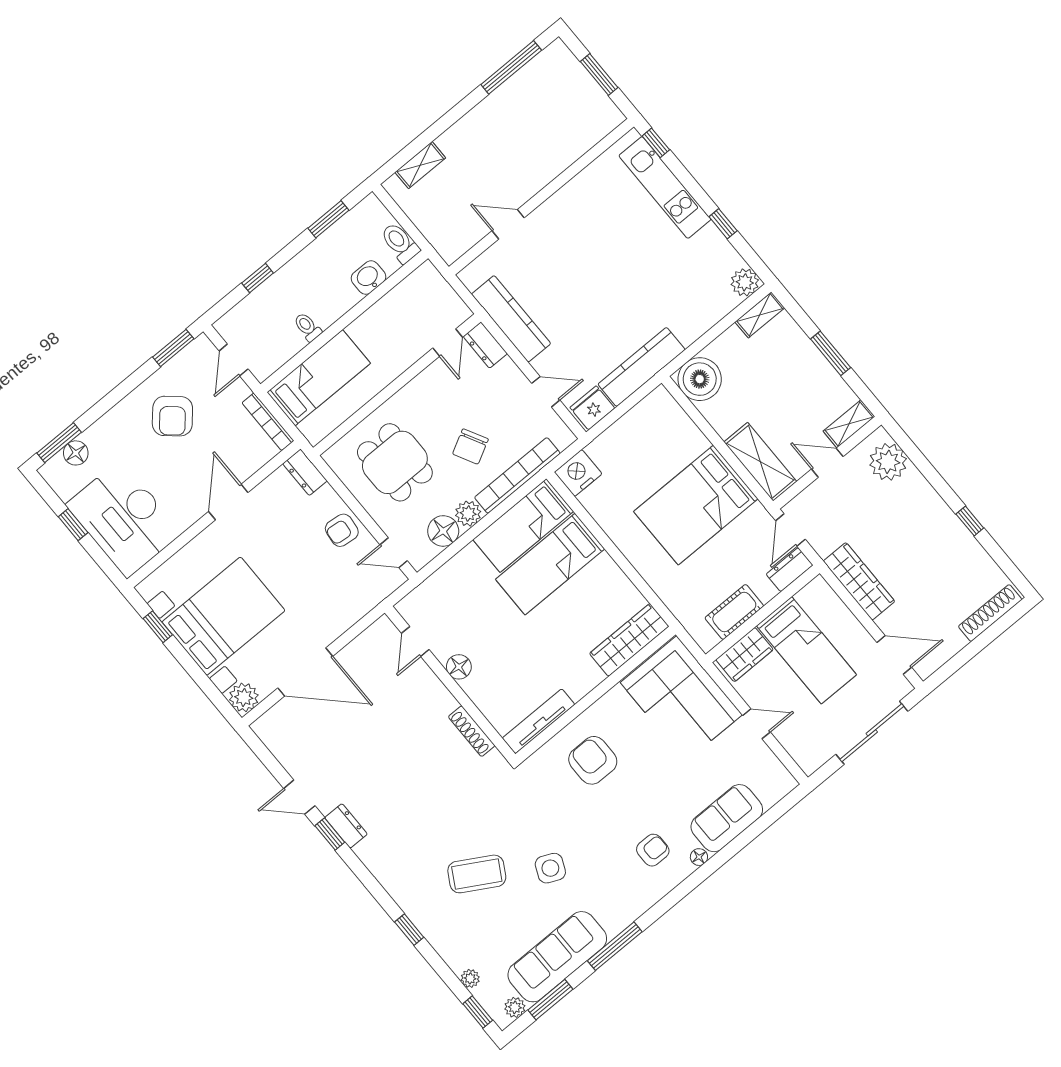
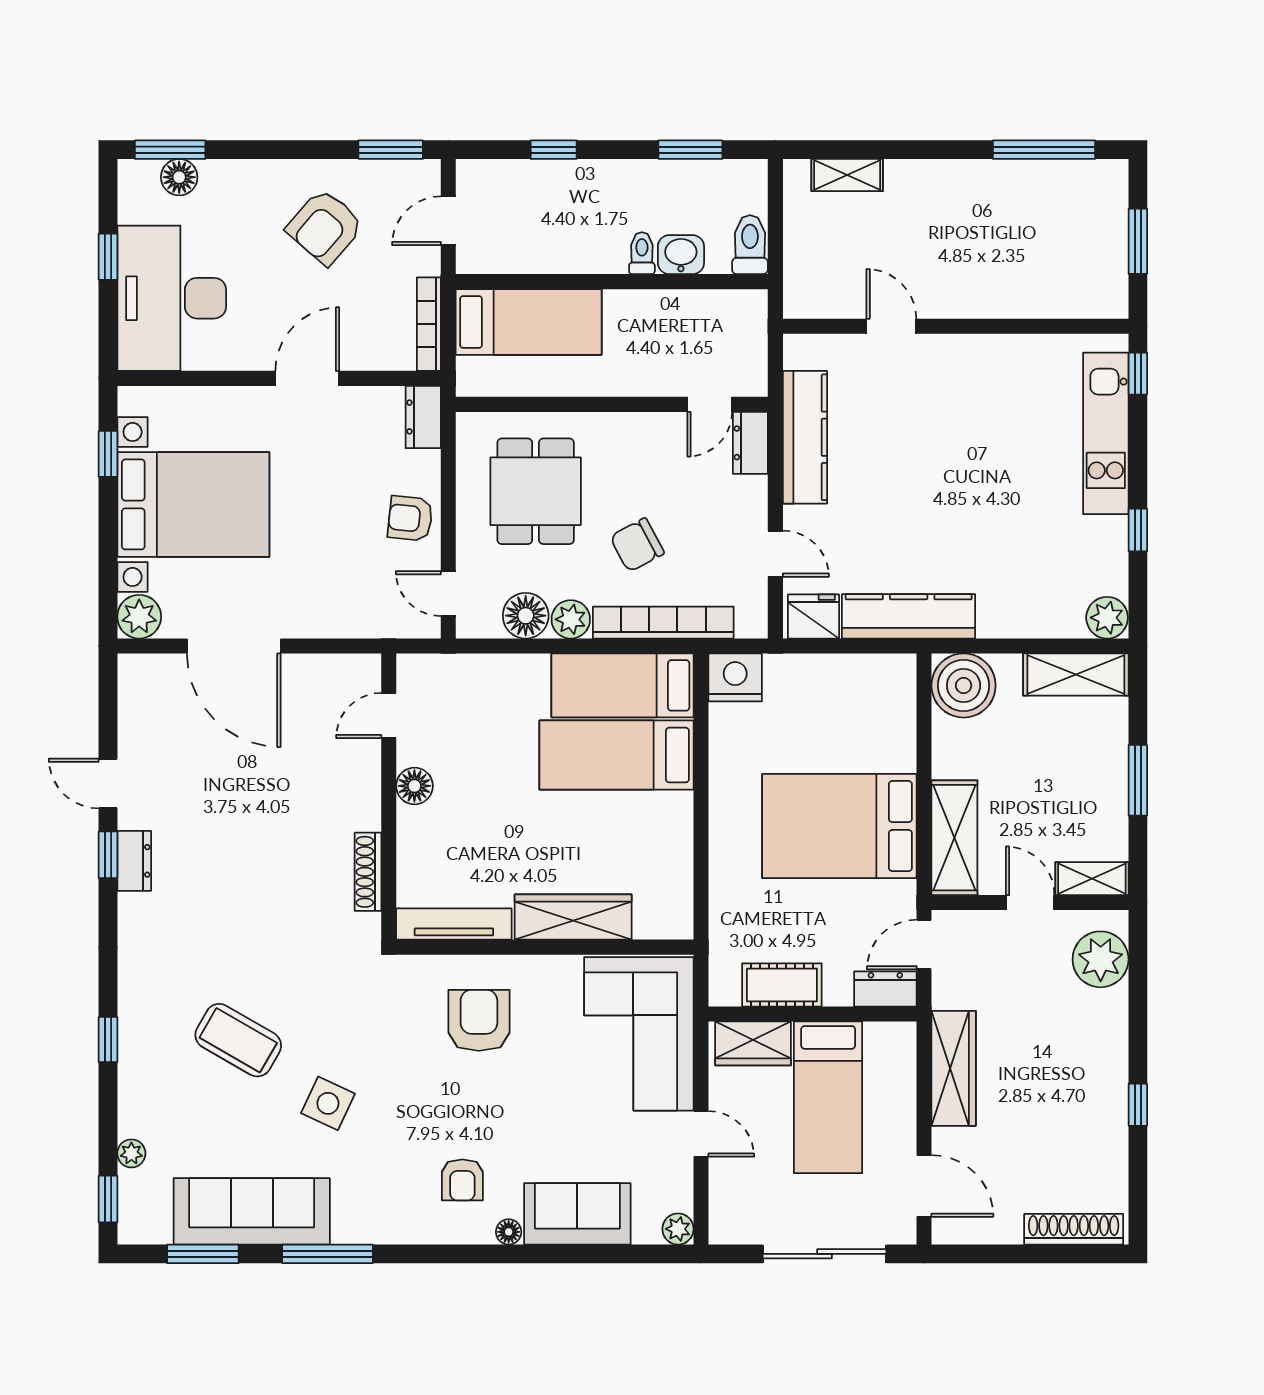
shelving: (760, 315) -> (1076, 675), width x1.50, depth x1.33
toilet: (308, 327) -> (642, 253), moved
wardrobe: (629, 640) -> (573, 917), moved
armchair: (653, 850) -> (462, 1180), turned 90
plant: (515, 1007) -> (678, 1229), moved

